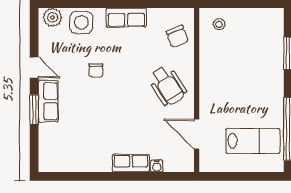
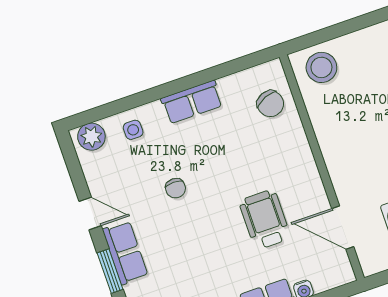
side table: (81, 22) -> (133, 130), width x0.54, depth x0.54
stool: (219, 24) -> (321, 67), width x1.89, depth x1.89
wheelchair: (168, 86) -> (265, 220), moved, turned -147

